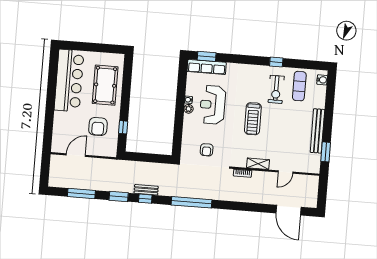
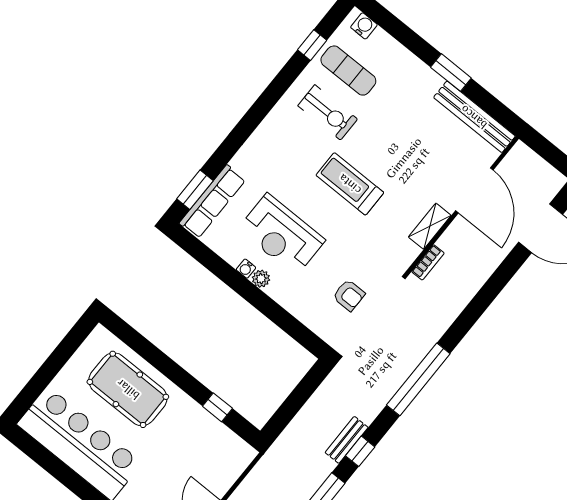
window: (276, 62) -> (312, 45), moved
treadmill: (253, 119) -> (350, 184), turned 180
armchair: (98, 127) -> (188, 448), removed
bench: (317, 131) -> (474, 117), moved
window: (326, 152) -> (451, 73), moved
door: (285, 172) -> (474, 190), width x1.88

